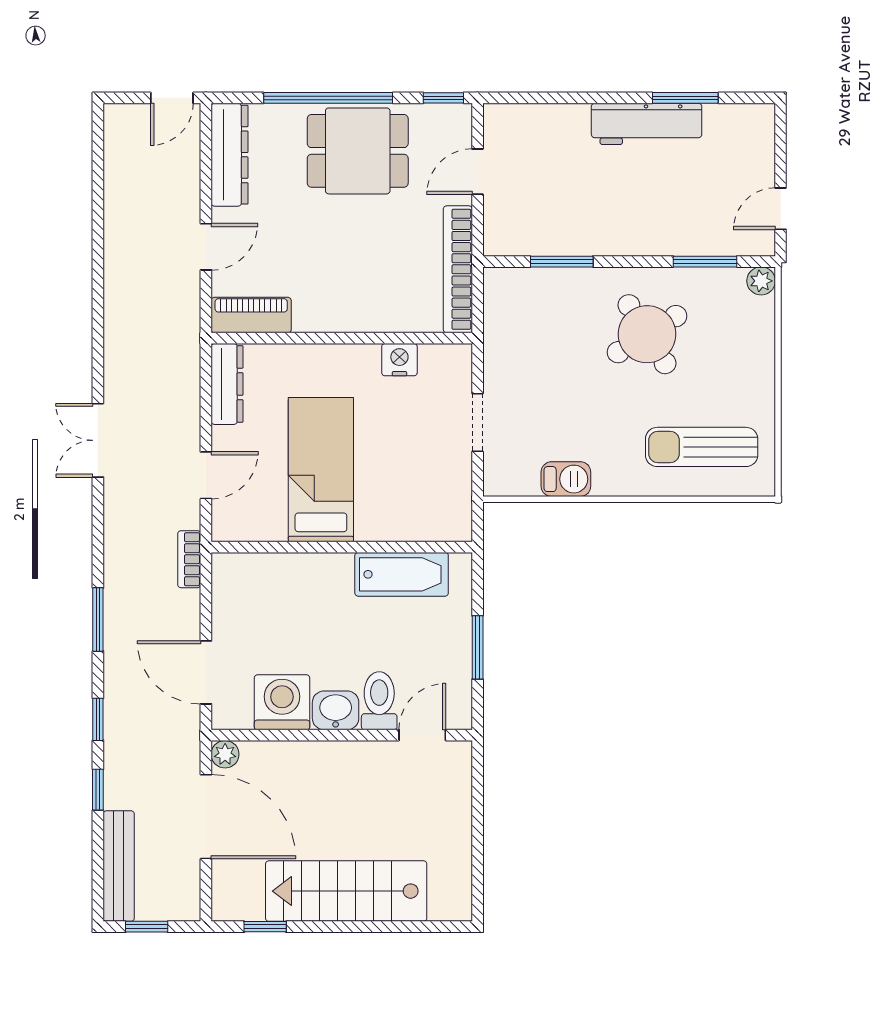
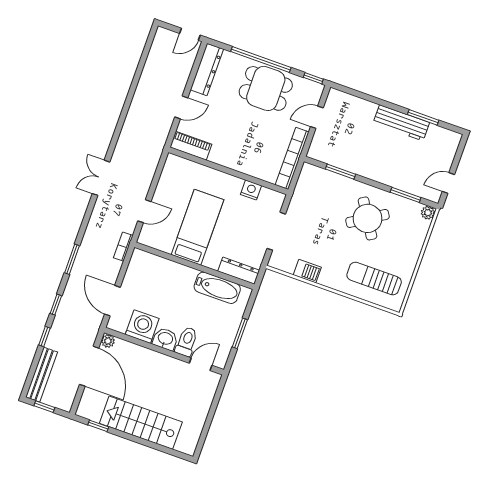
dresser: (227, 384) -> (239, 271), moved, turned -90
doorway: (478, 423) -> (276, 231), width x1.38

